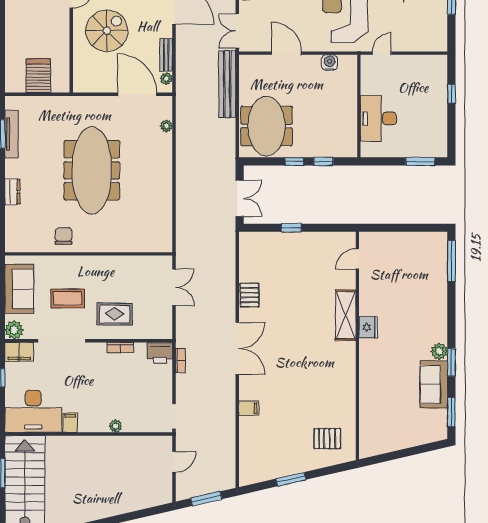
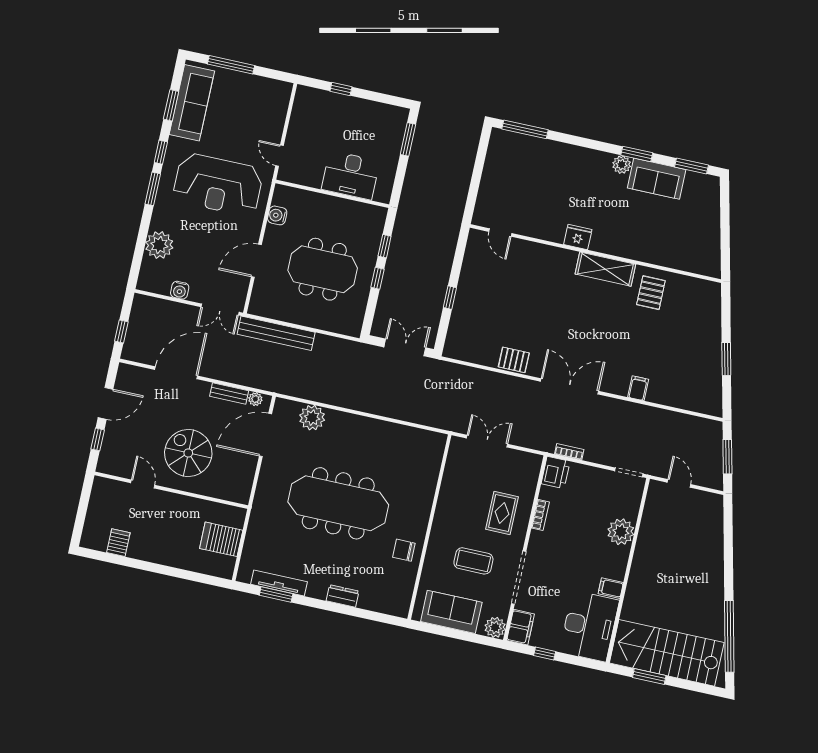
plant: (166, 126) -> (312, 418), width x1.88, depth x1.88
meeting table: (267, 126) -> (323, 269), moved
coffee table: (68, 298) -> (473, 561), turned 90
shelving: (346, 315) -> (605, 269), moved
plant: (115, 426) -> (621, 532), width x1.87, depth x1.87
pallet: (327, 439) -> (651, 293), moved

